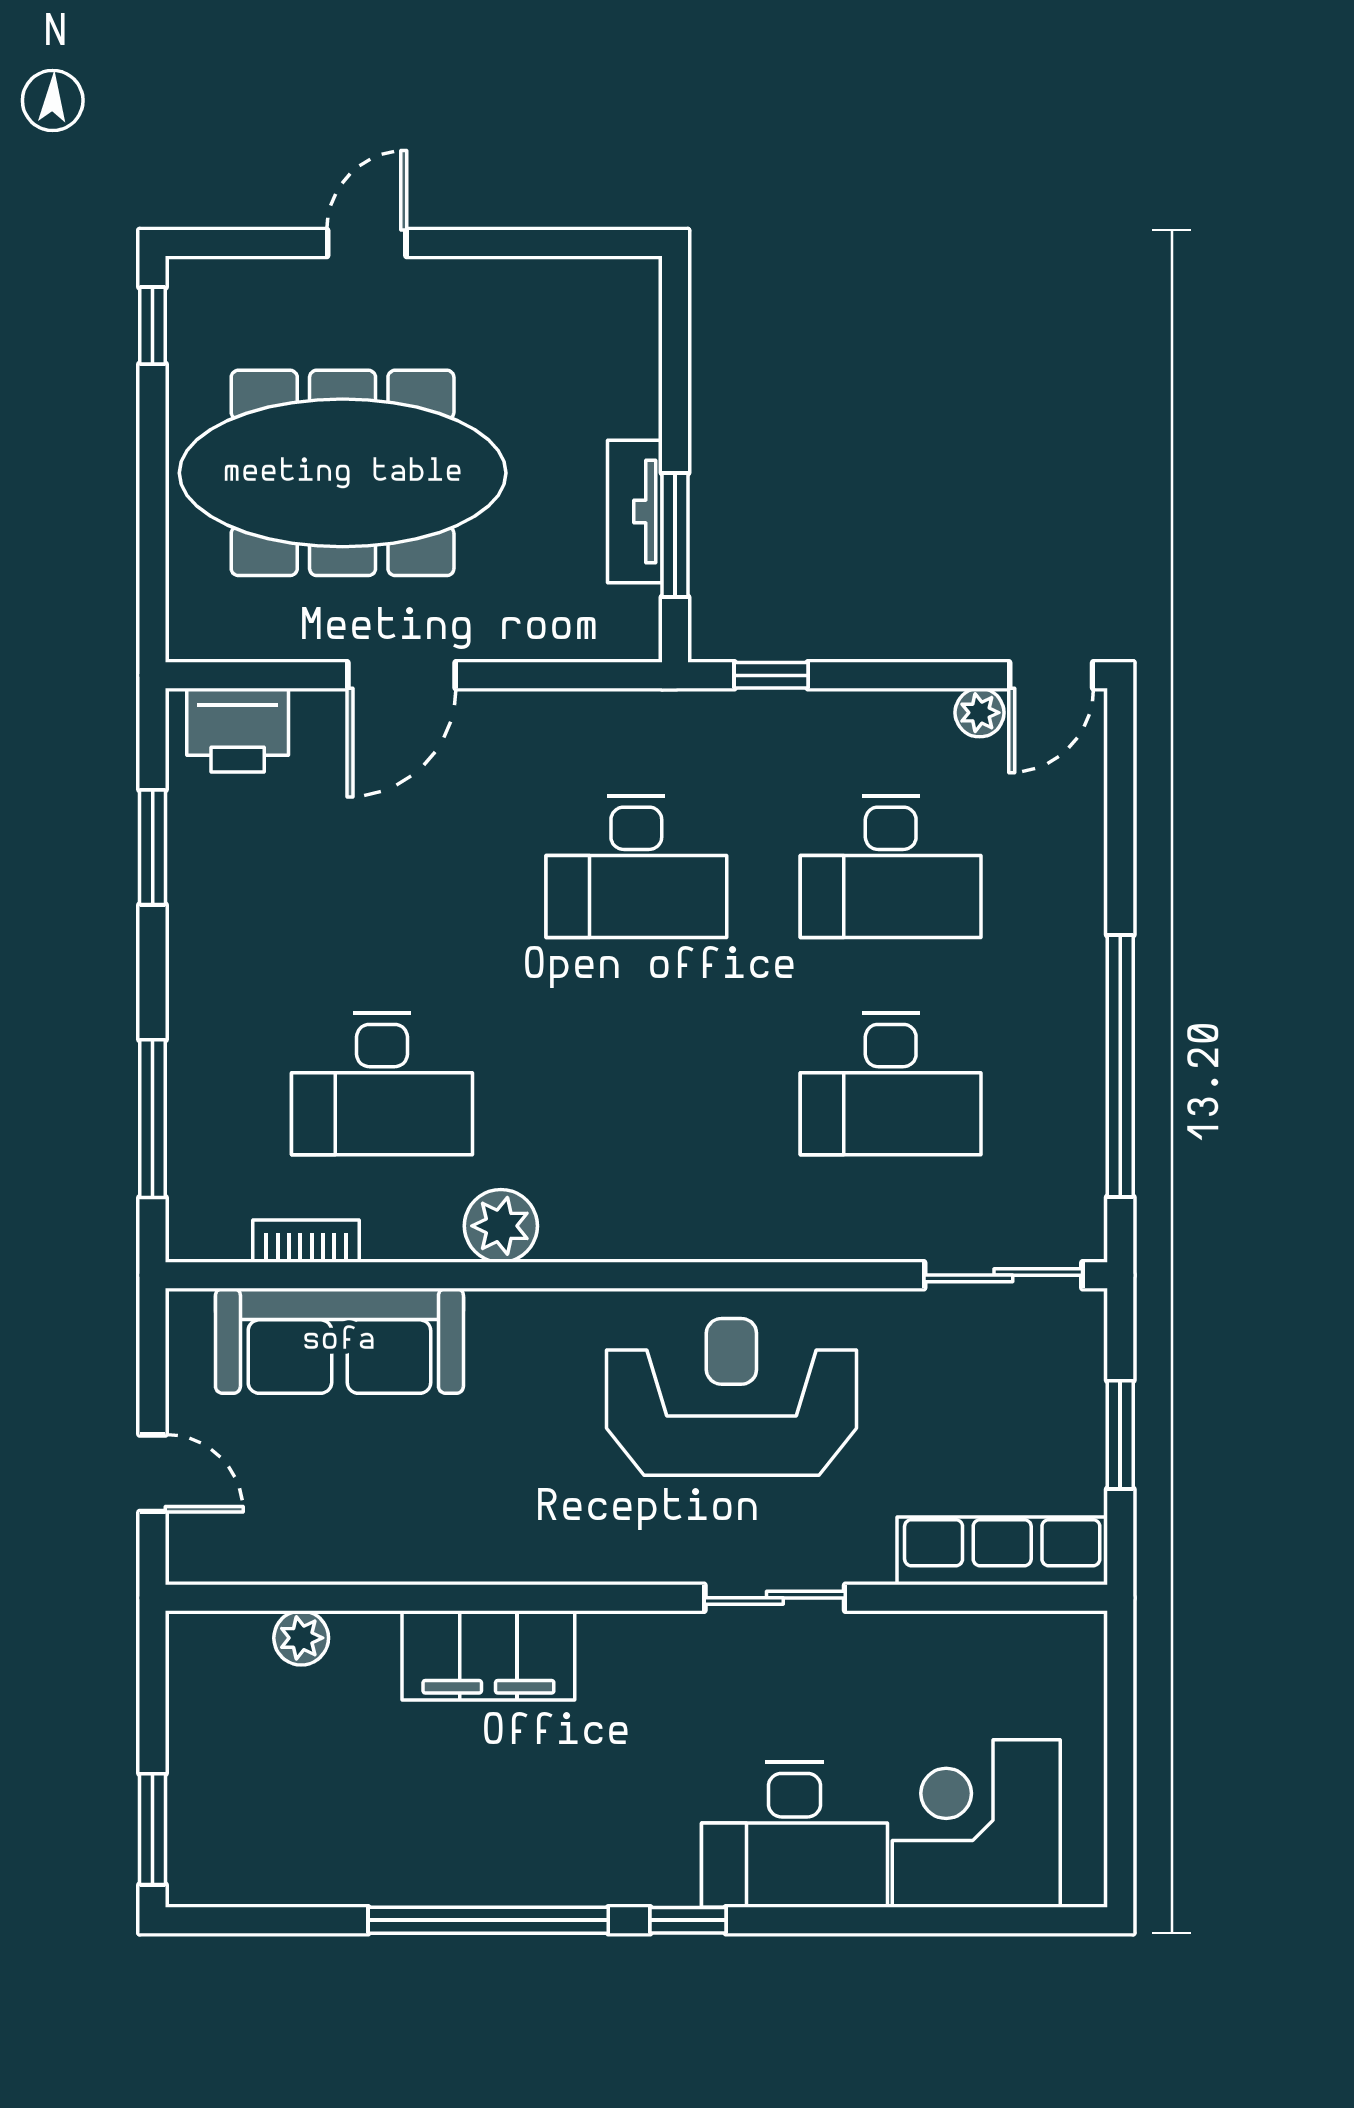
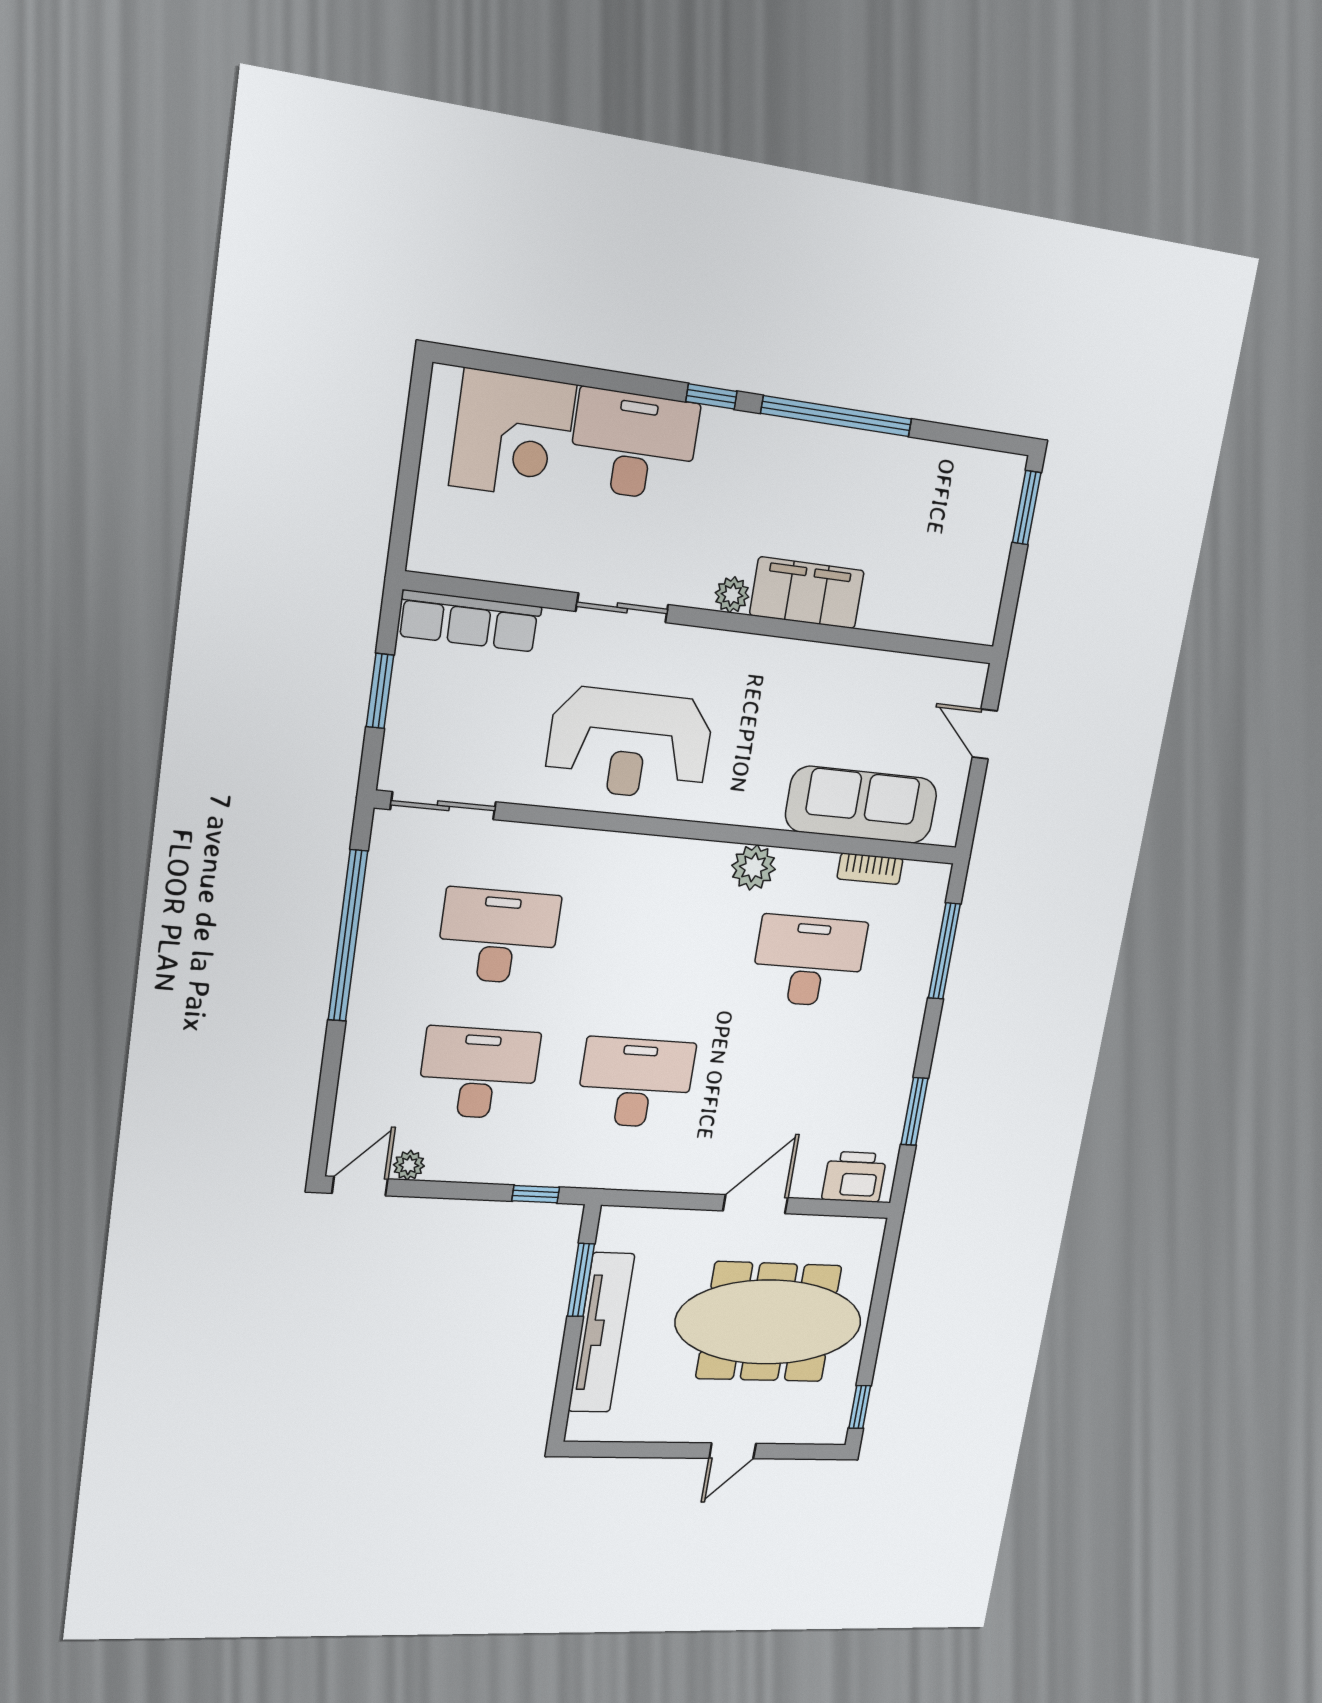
tv unit: (635, 512) -> (601, 1333), width x1.92, depth x1.29
plant: (301, 1638) -> (732, 595), moved

